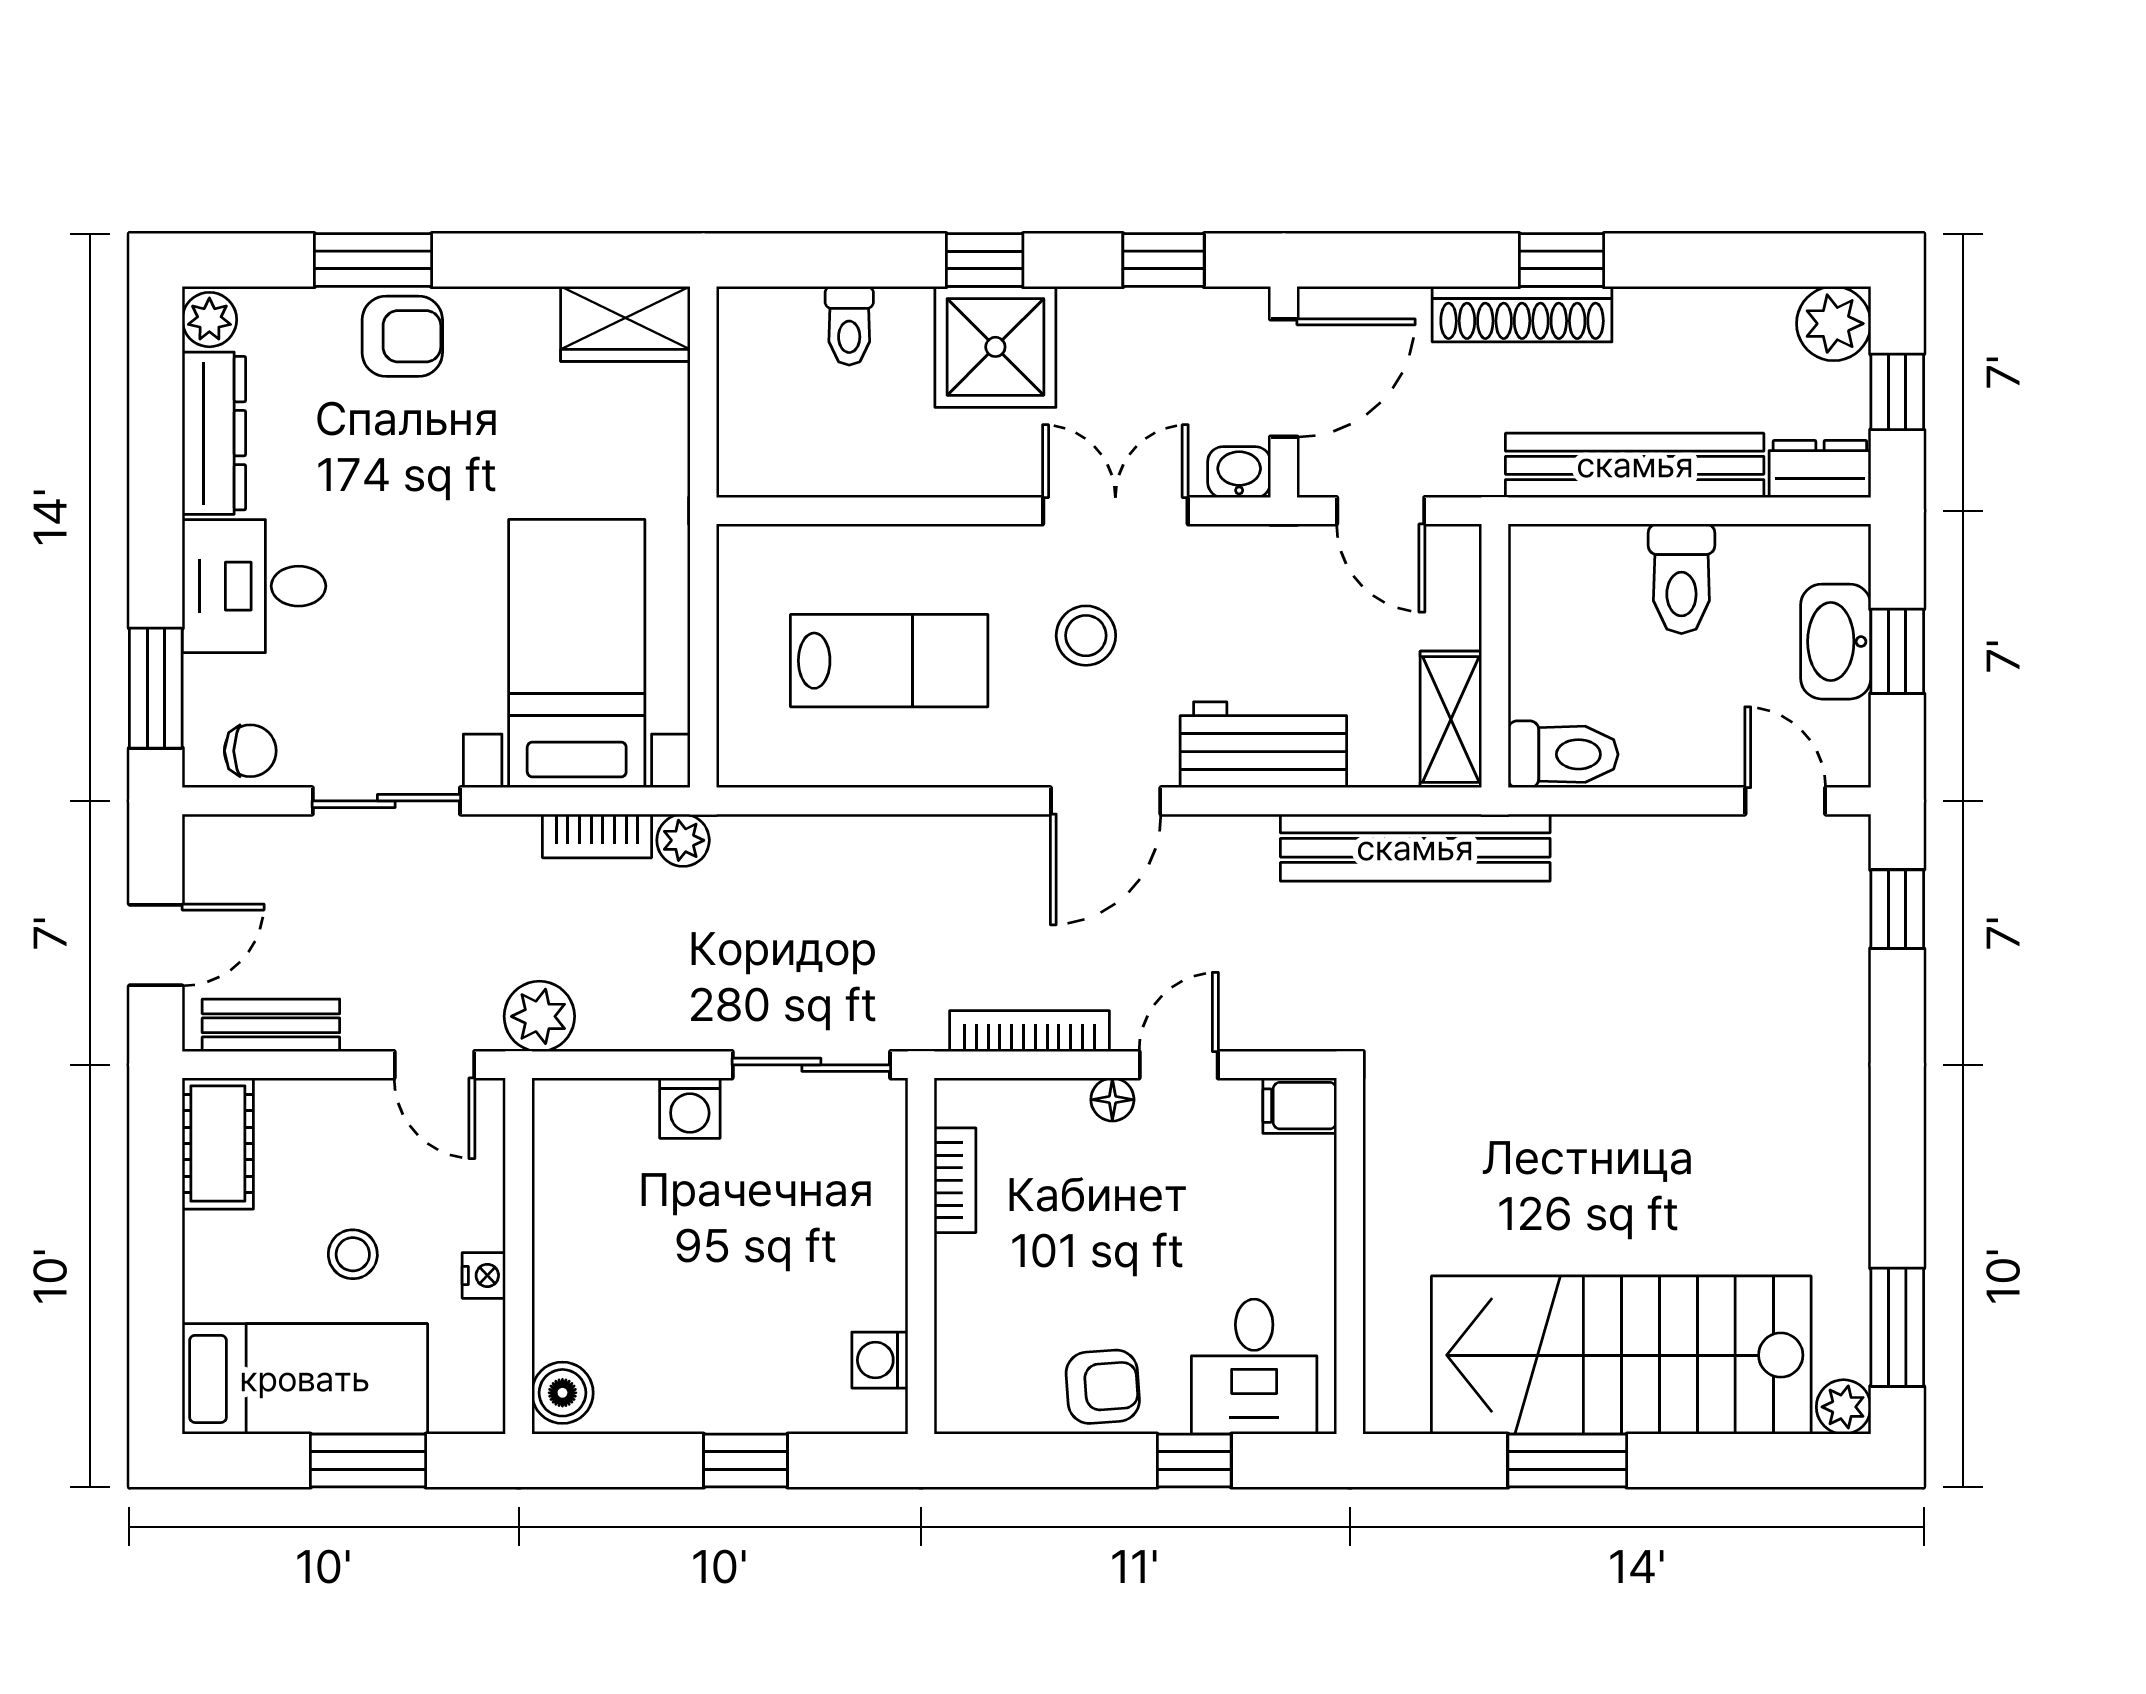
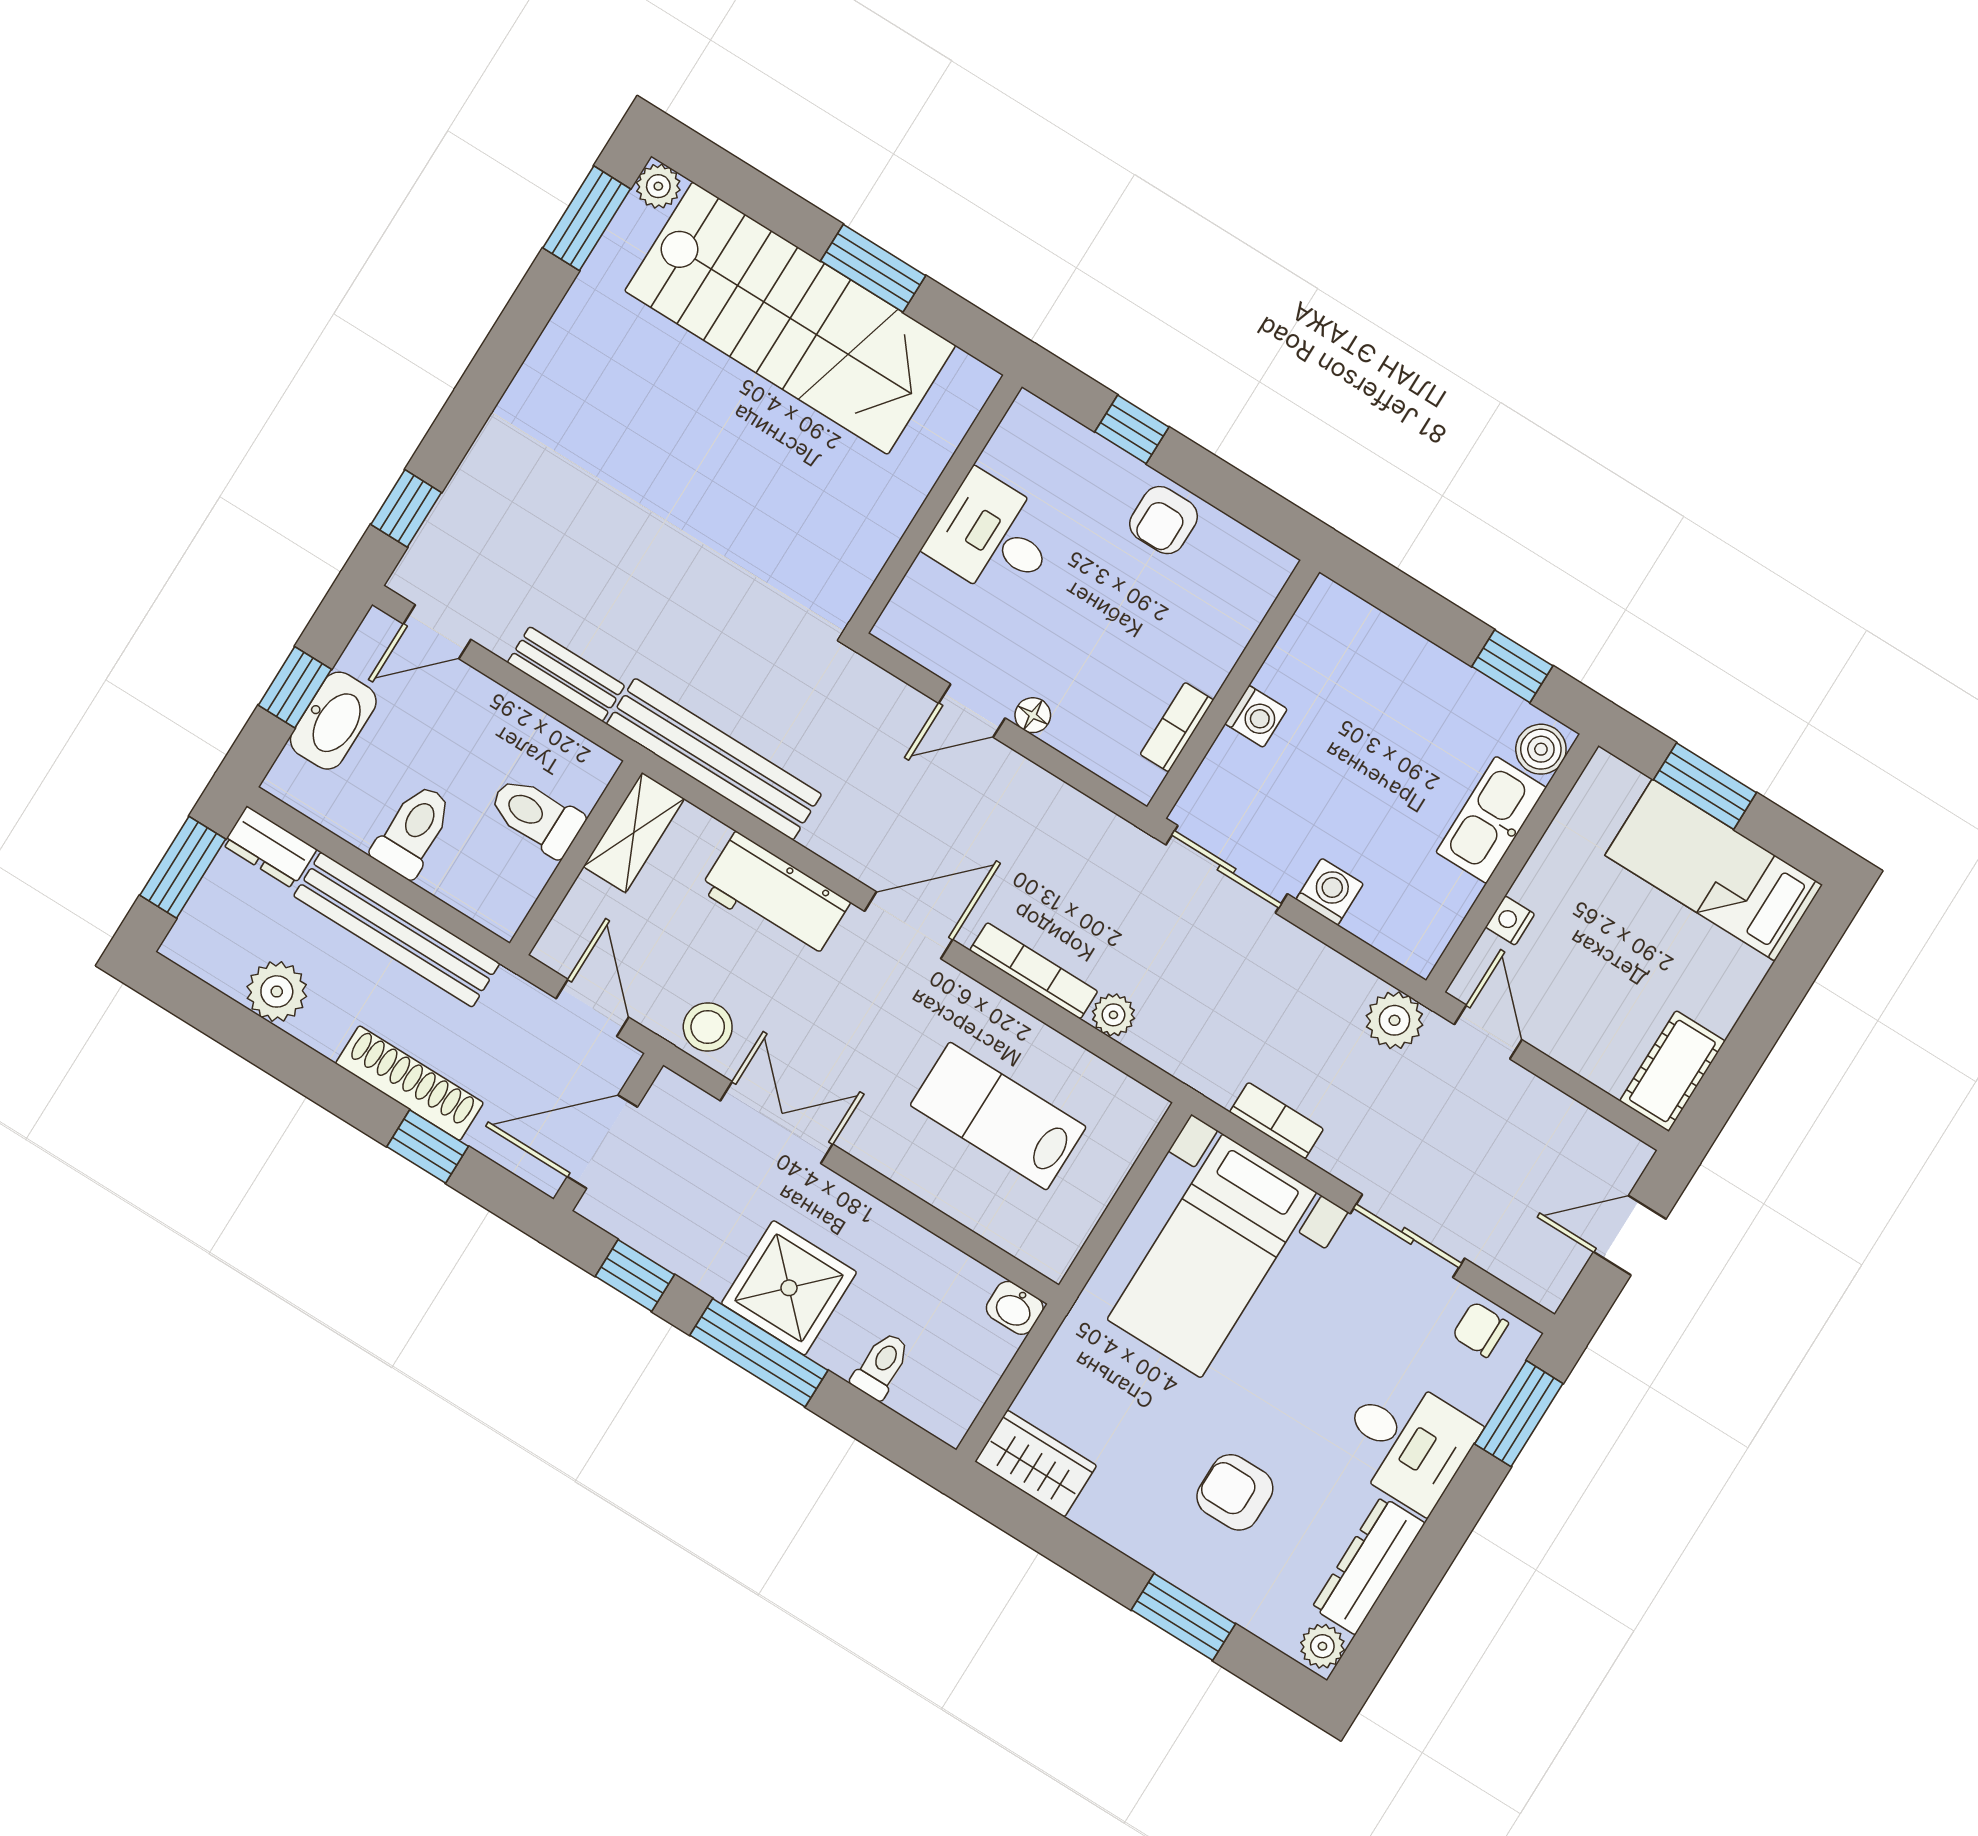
window: (985, 260) -> (759, 1353), width x2.17
window: (1562, 260) -> (428, 1147), moved
plant: (1834, 324) -> (277, 991), moved
armchair: (402, 336) -> (1235, 1492), moved
window: (1897, 392) -> (183, 867), width x1.50
washbasin: (1239, 472) -> (1015, 1308), moved
double door: (1115, 511) -> (776, 1122), swing flipped
stool: (1086, 636) -> (708, 1027), moved
toilet: (1563, 754) -> (536, 816), moved
door: (1785, 801) -> (437, 632), hinge flipped
plant: (683, 840) -> (1113, 1015), moved
bench: (271, 1025) -> (566, 674), moved
bookcase: (1029, 1031) -> (1034, 971), moved, turned 180
filing cabinet: (1300, 1106) -> (906, 630), removed
stool: (353, 1254) -> (1627, 936), removed
nightstand: (484, 1275) -> (1510, 921), moved
kitchen sink: (569, 1287) -> (1491, 820), added
washing machine: (880, 1360) -> (1256, 716), moved
desk: (1254, 1367) -> (993, 537), moved, turned -90
armchair: (1103, 1387) -> (1164, 520), turned -86
window: (746, 1461) -> (1512, 666), moved

